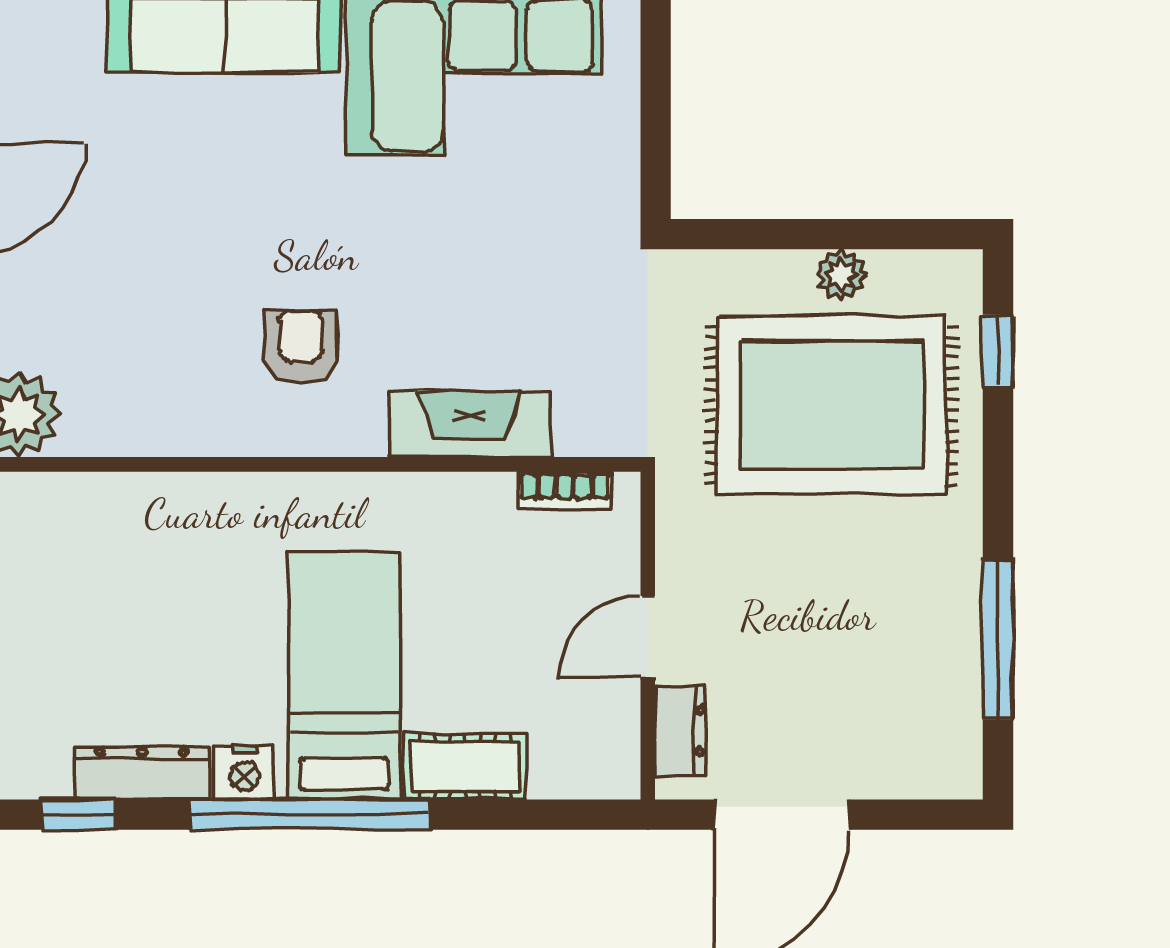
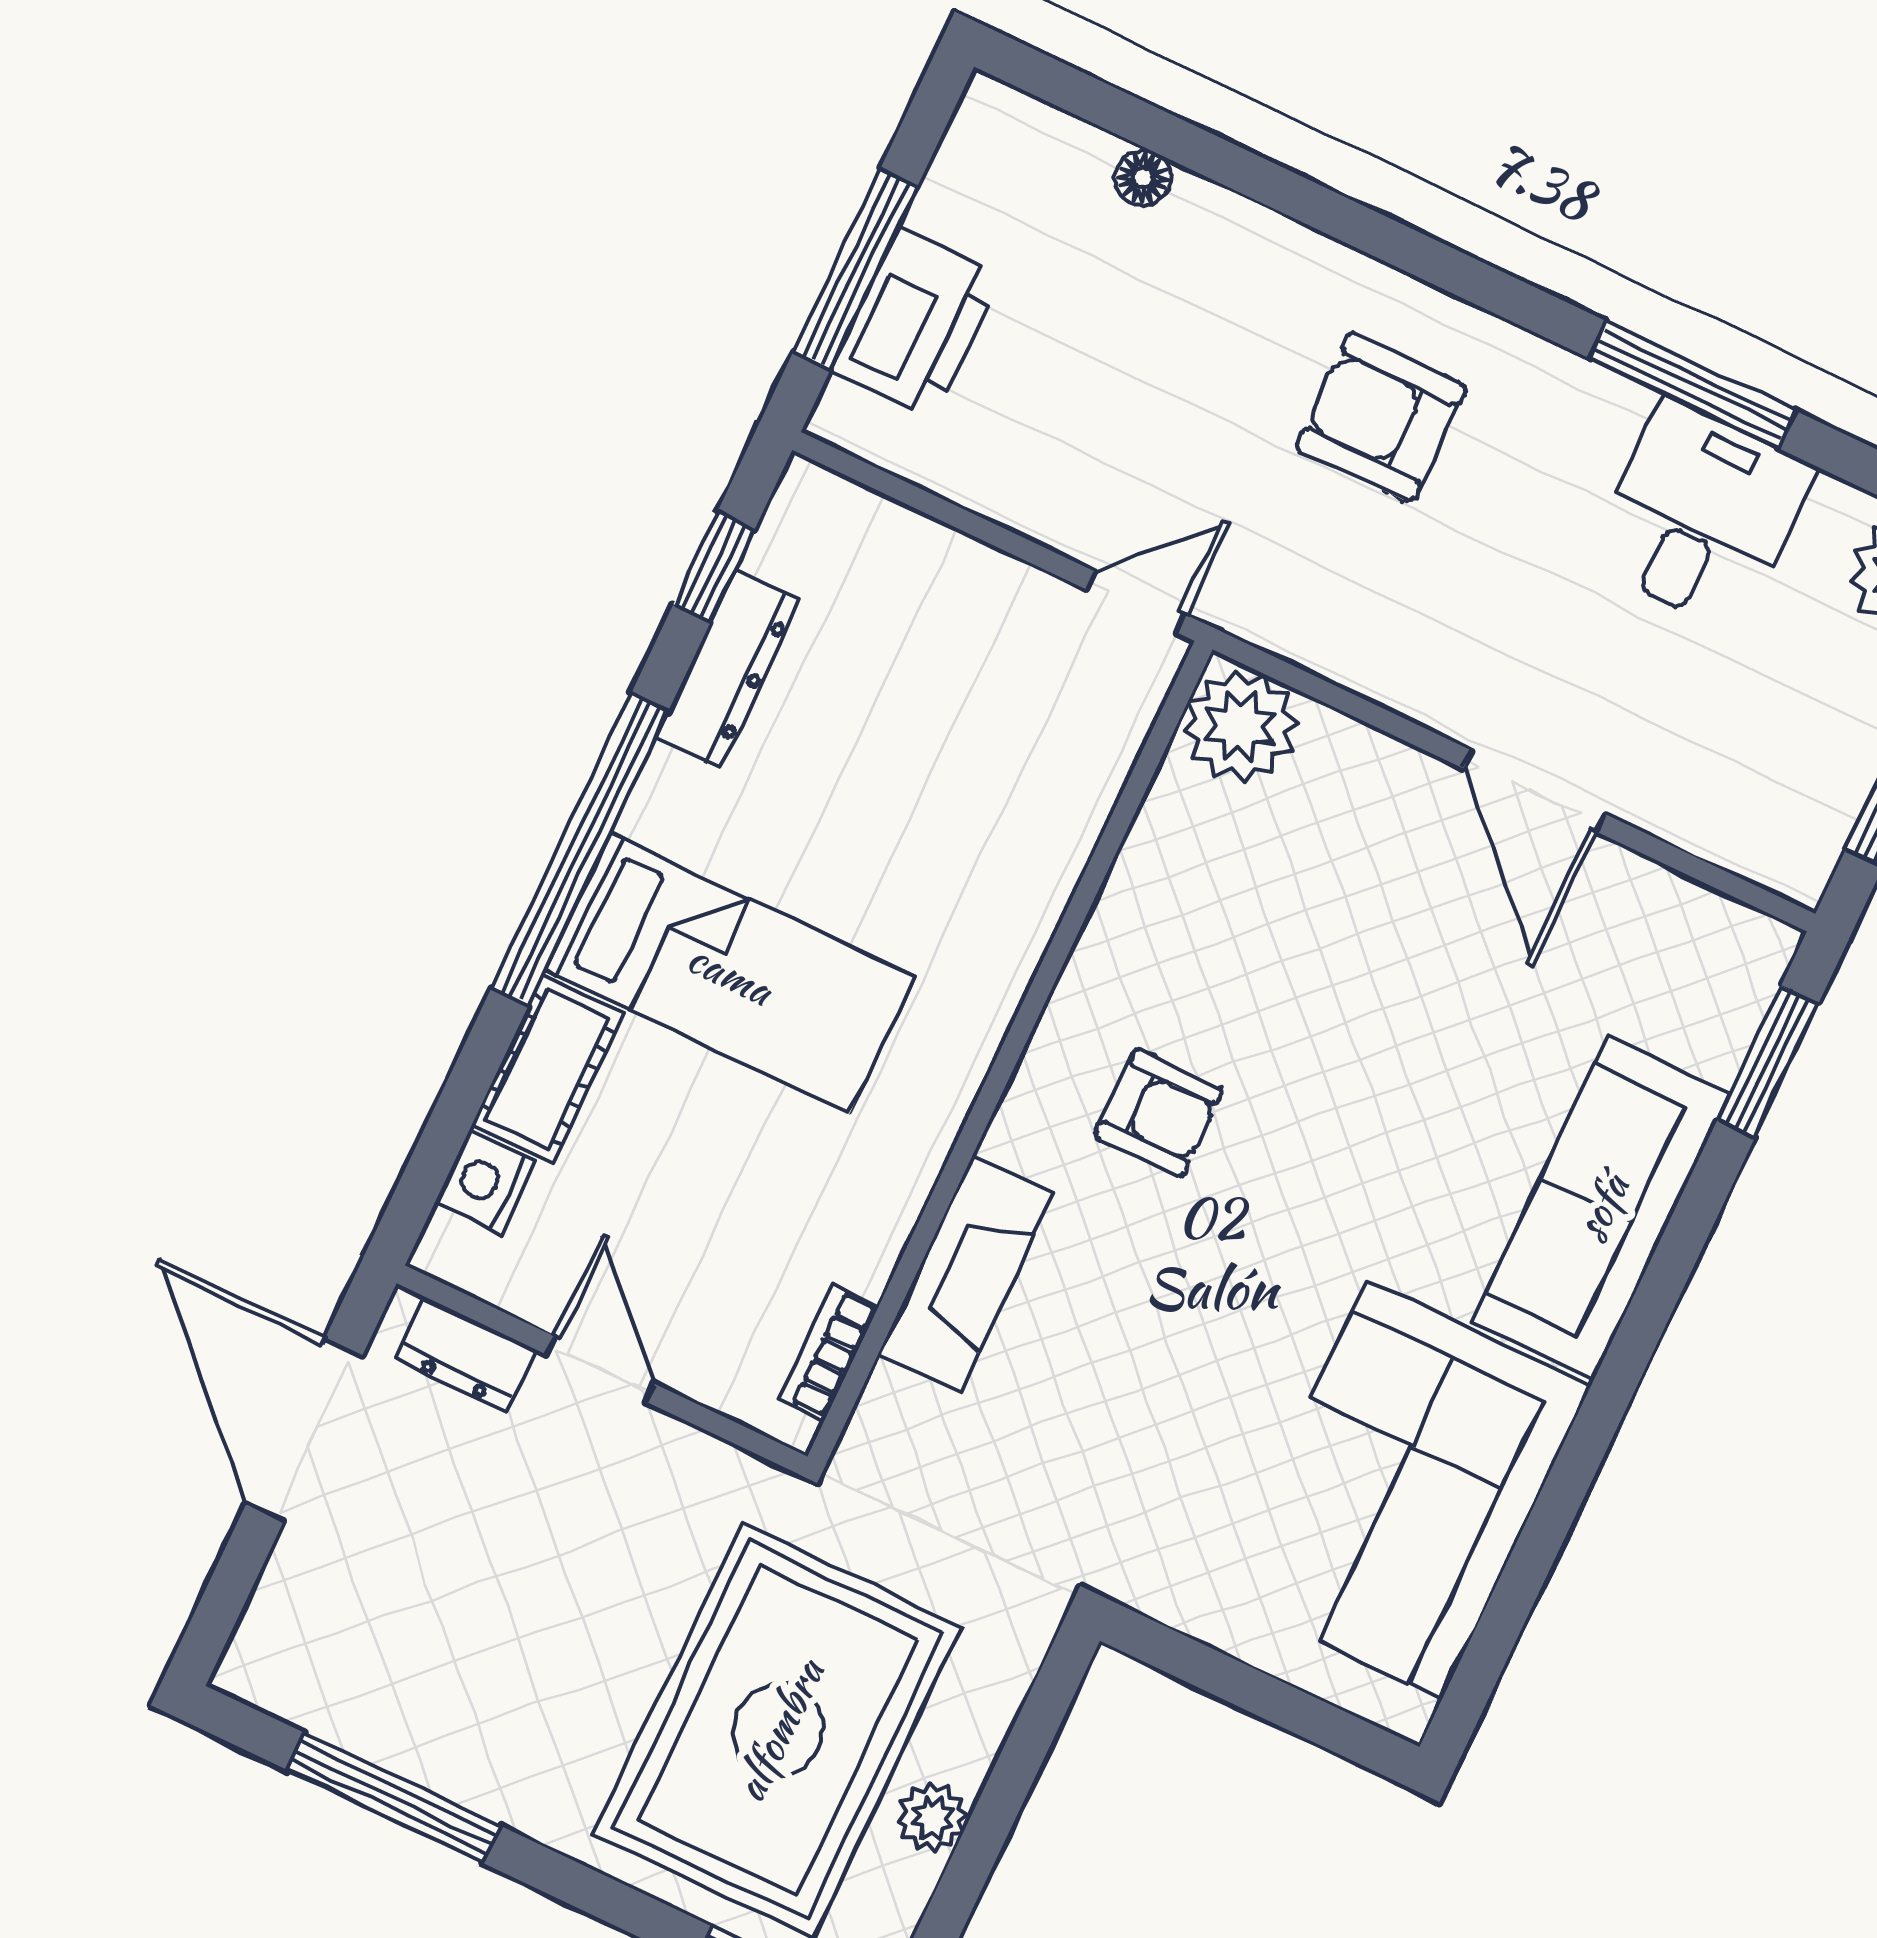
nightstand: (244, 772) -> (485, 1183), moved

